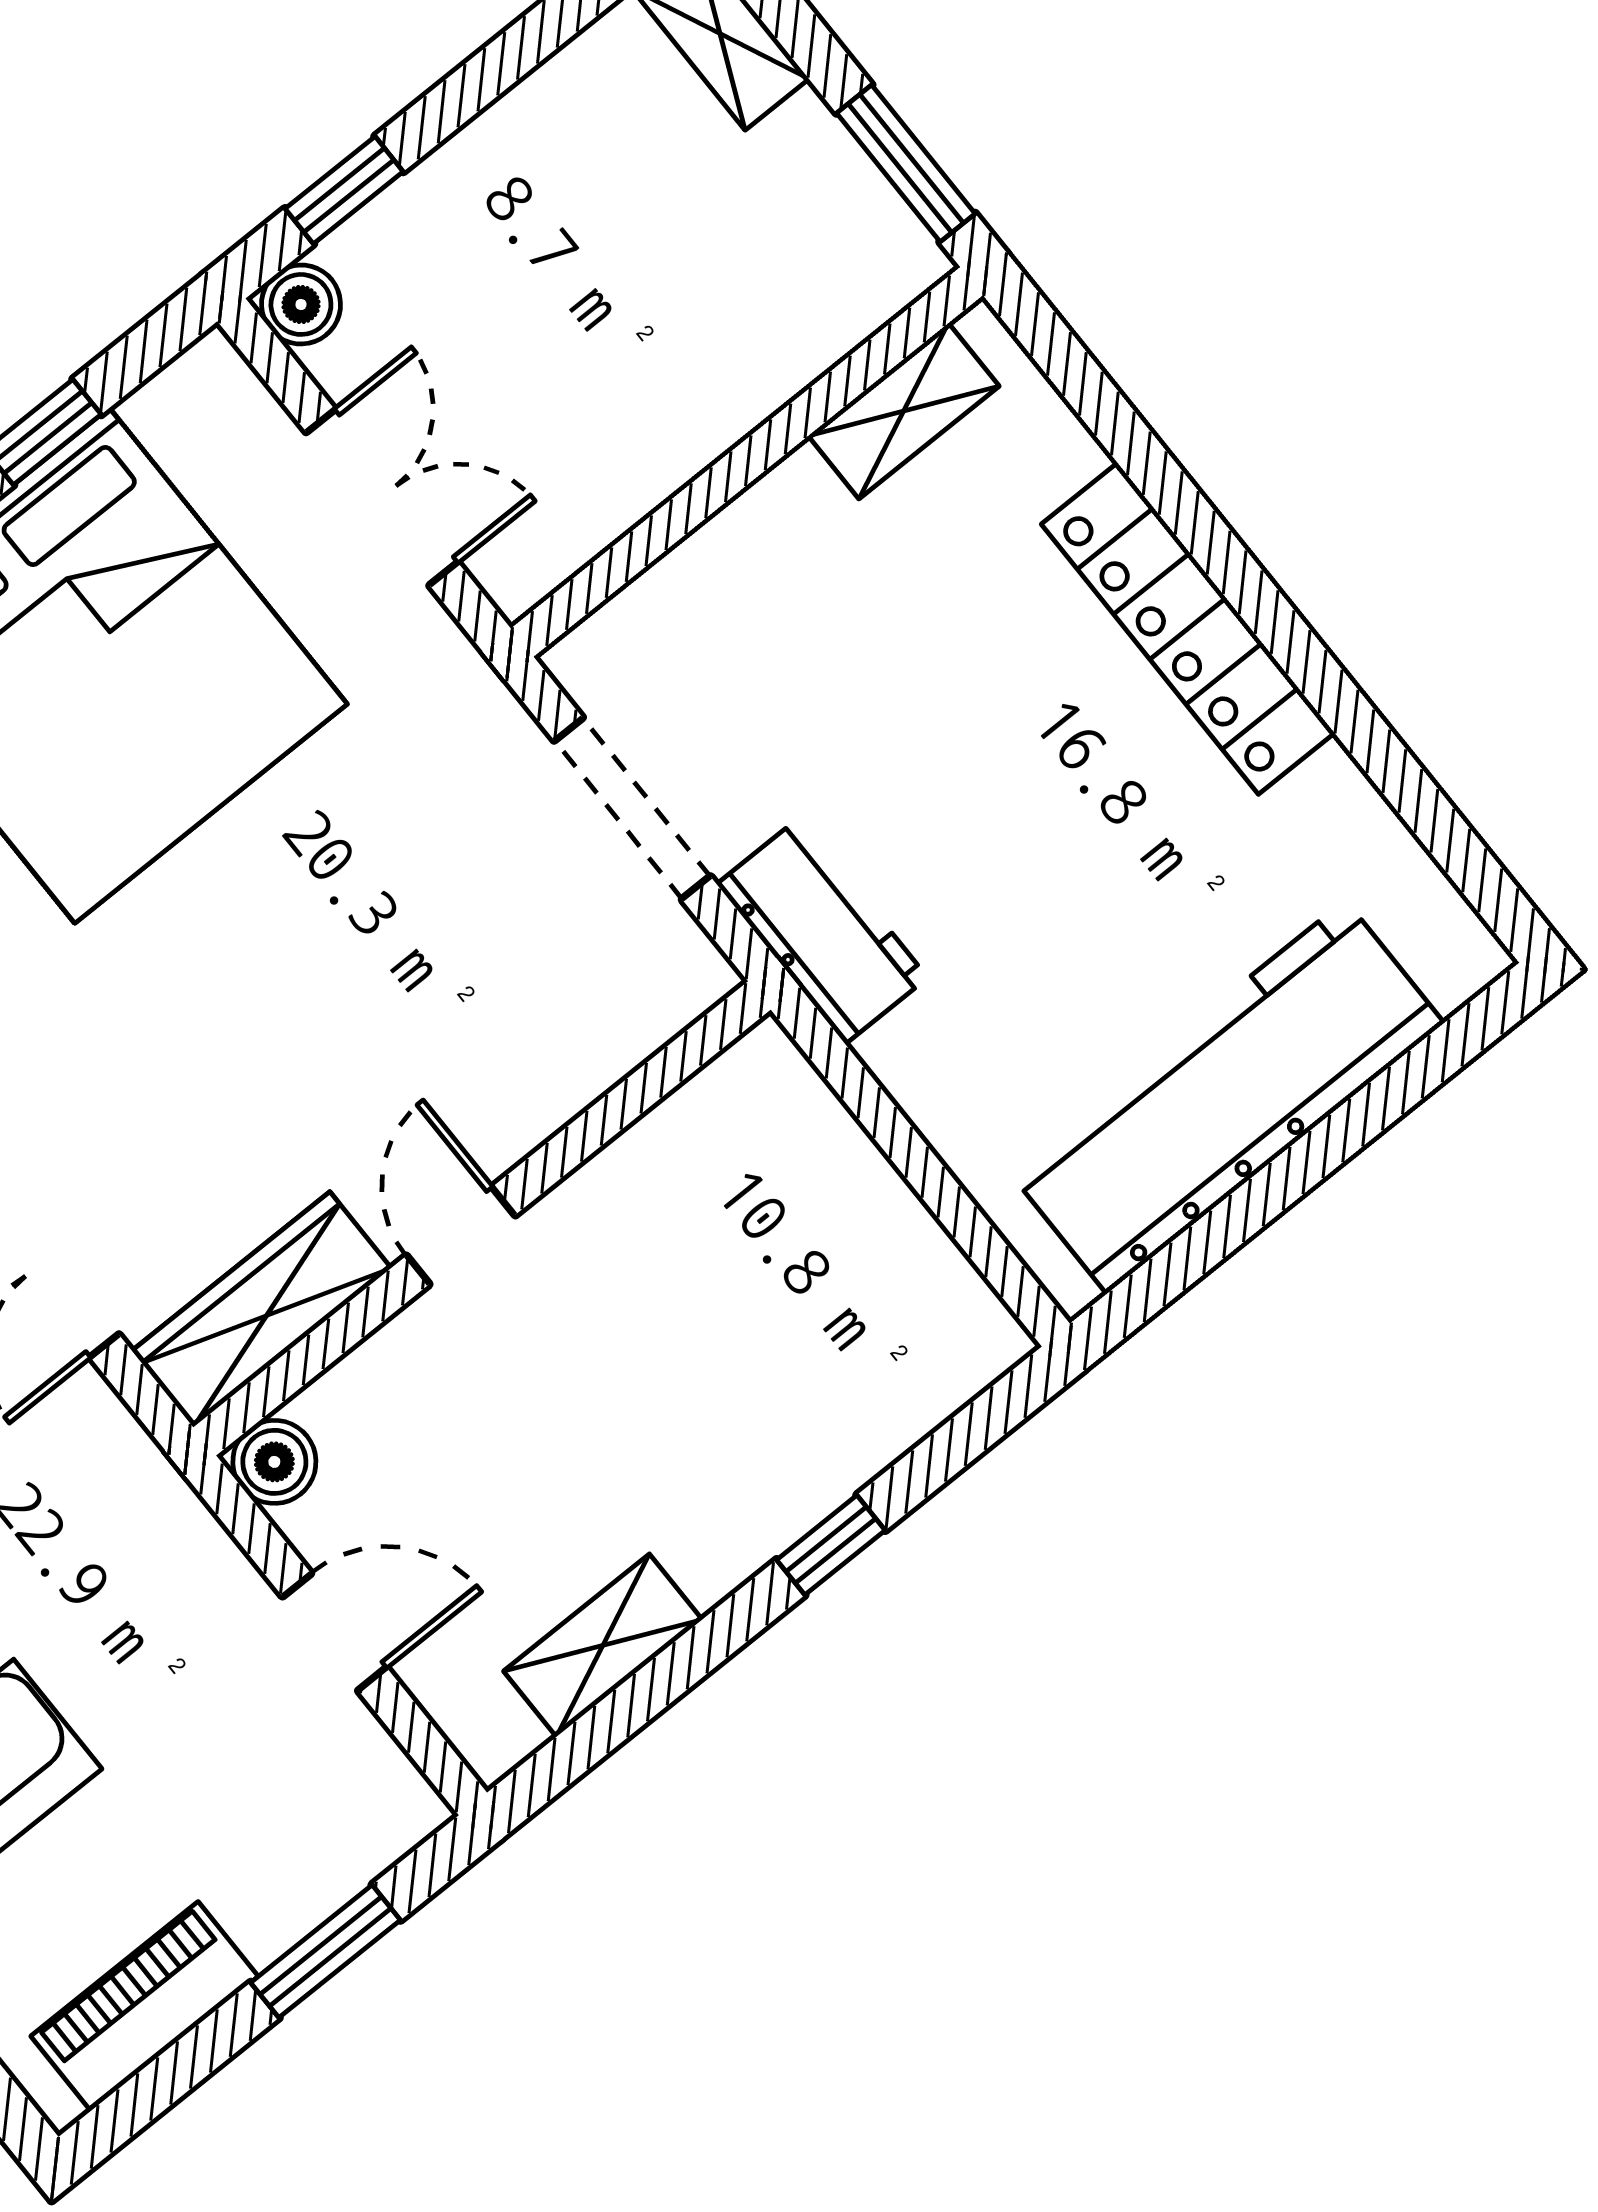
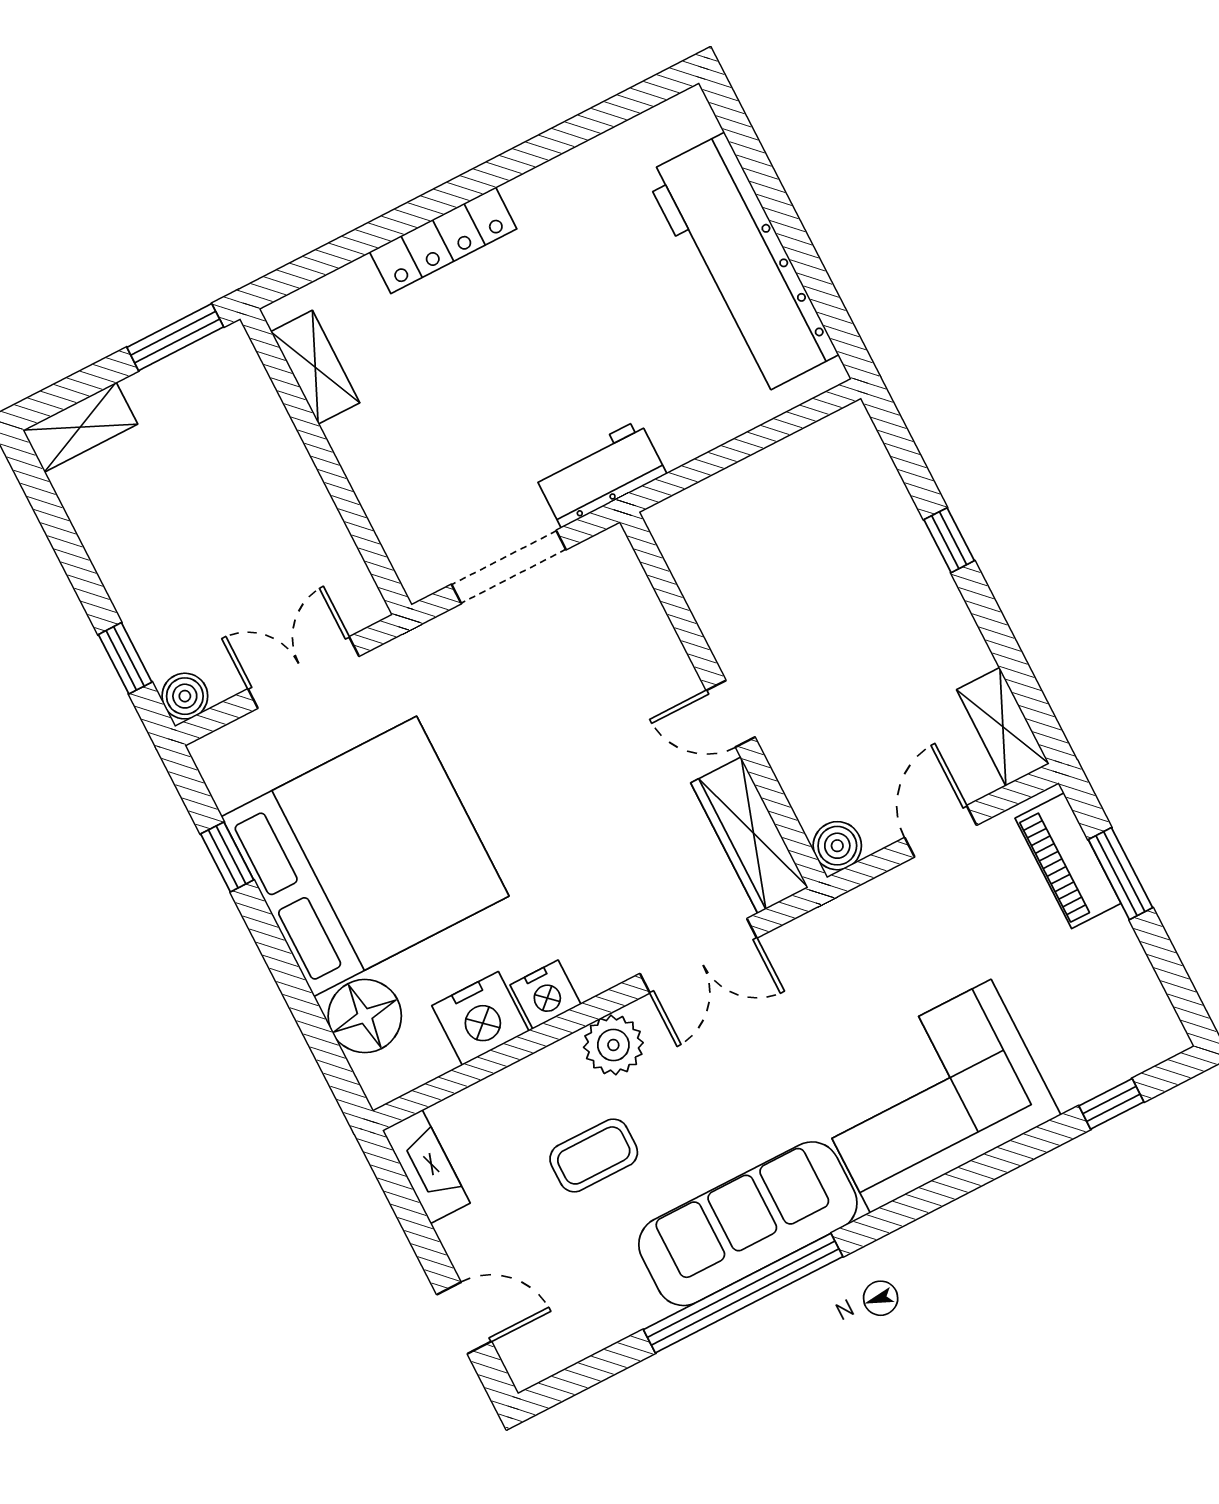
locker: (1188, 629) -> (443, 240), width x0.71, depth x0.83
shelving: (603, 1645) -> (1003, 727), moved
piano: (145, 2006) -> (1068, 861), moved

